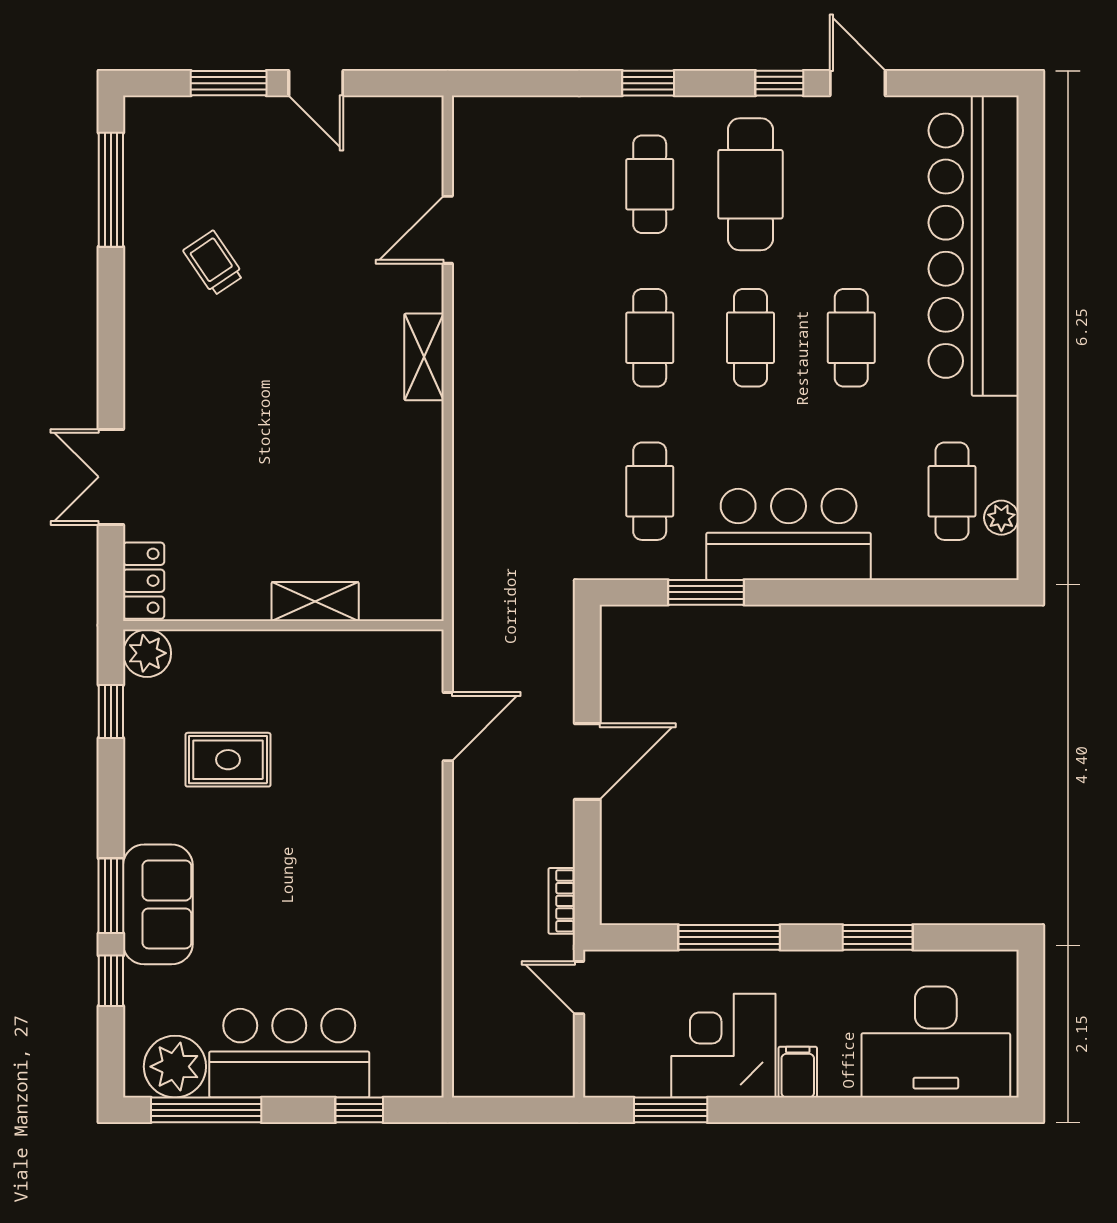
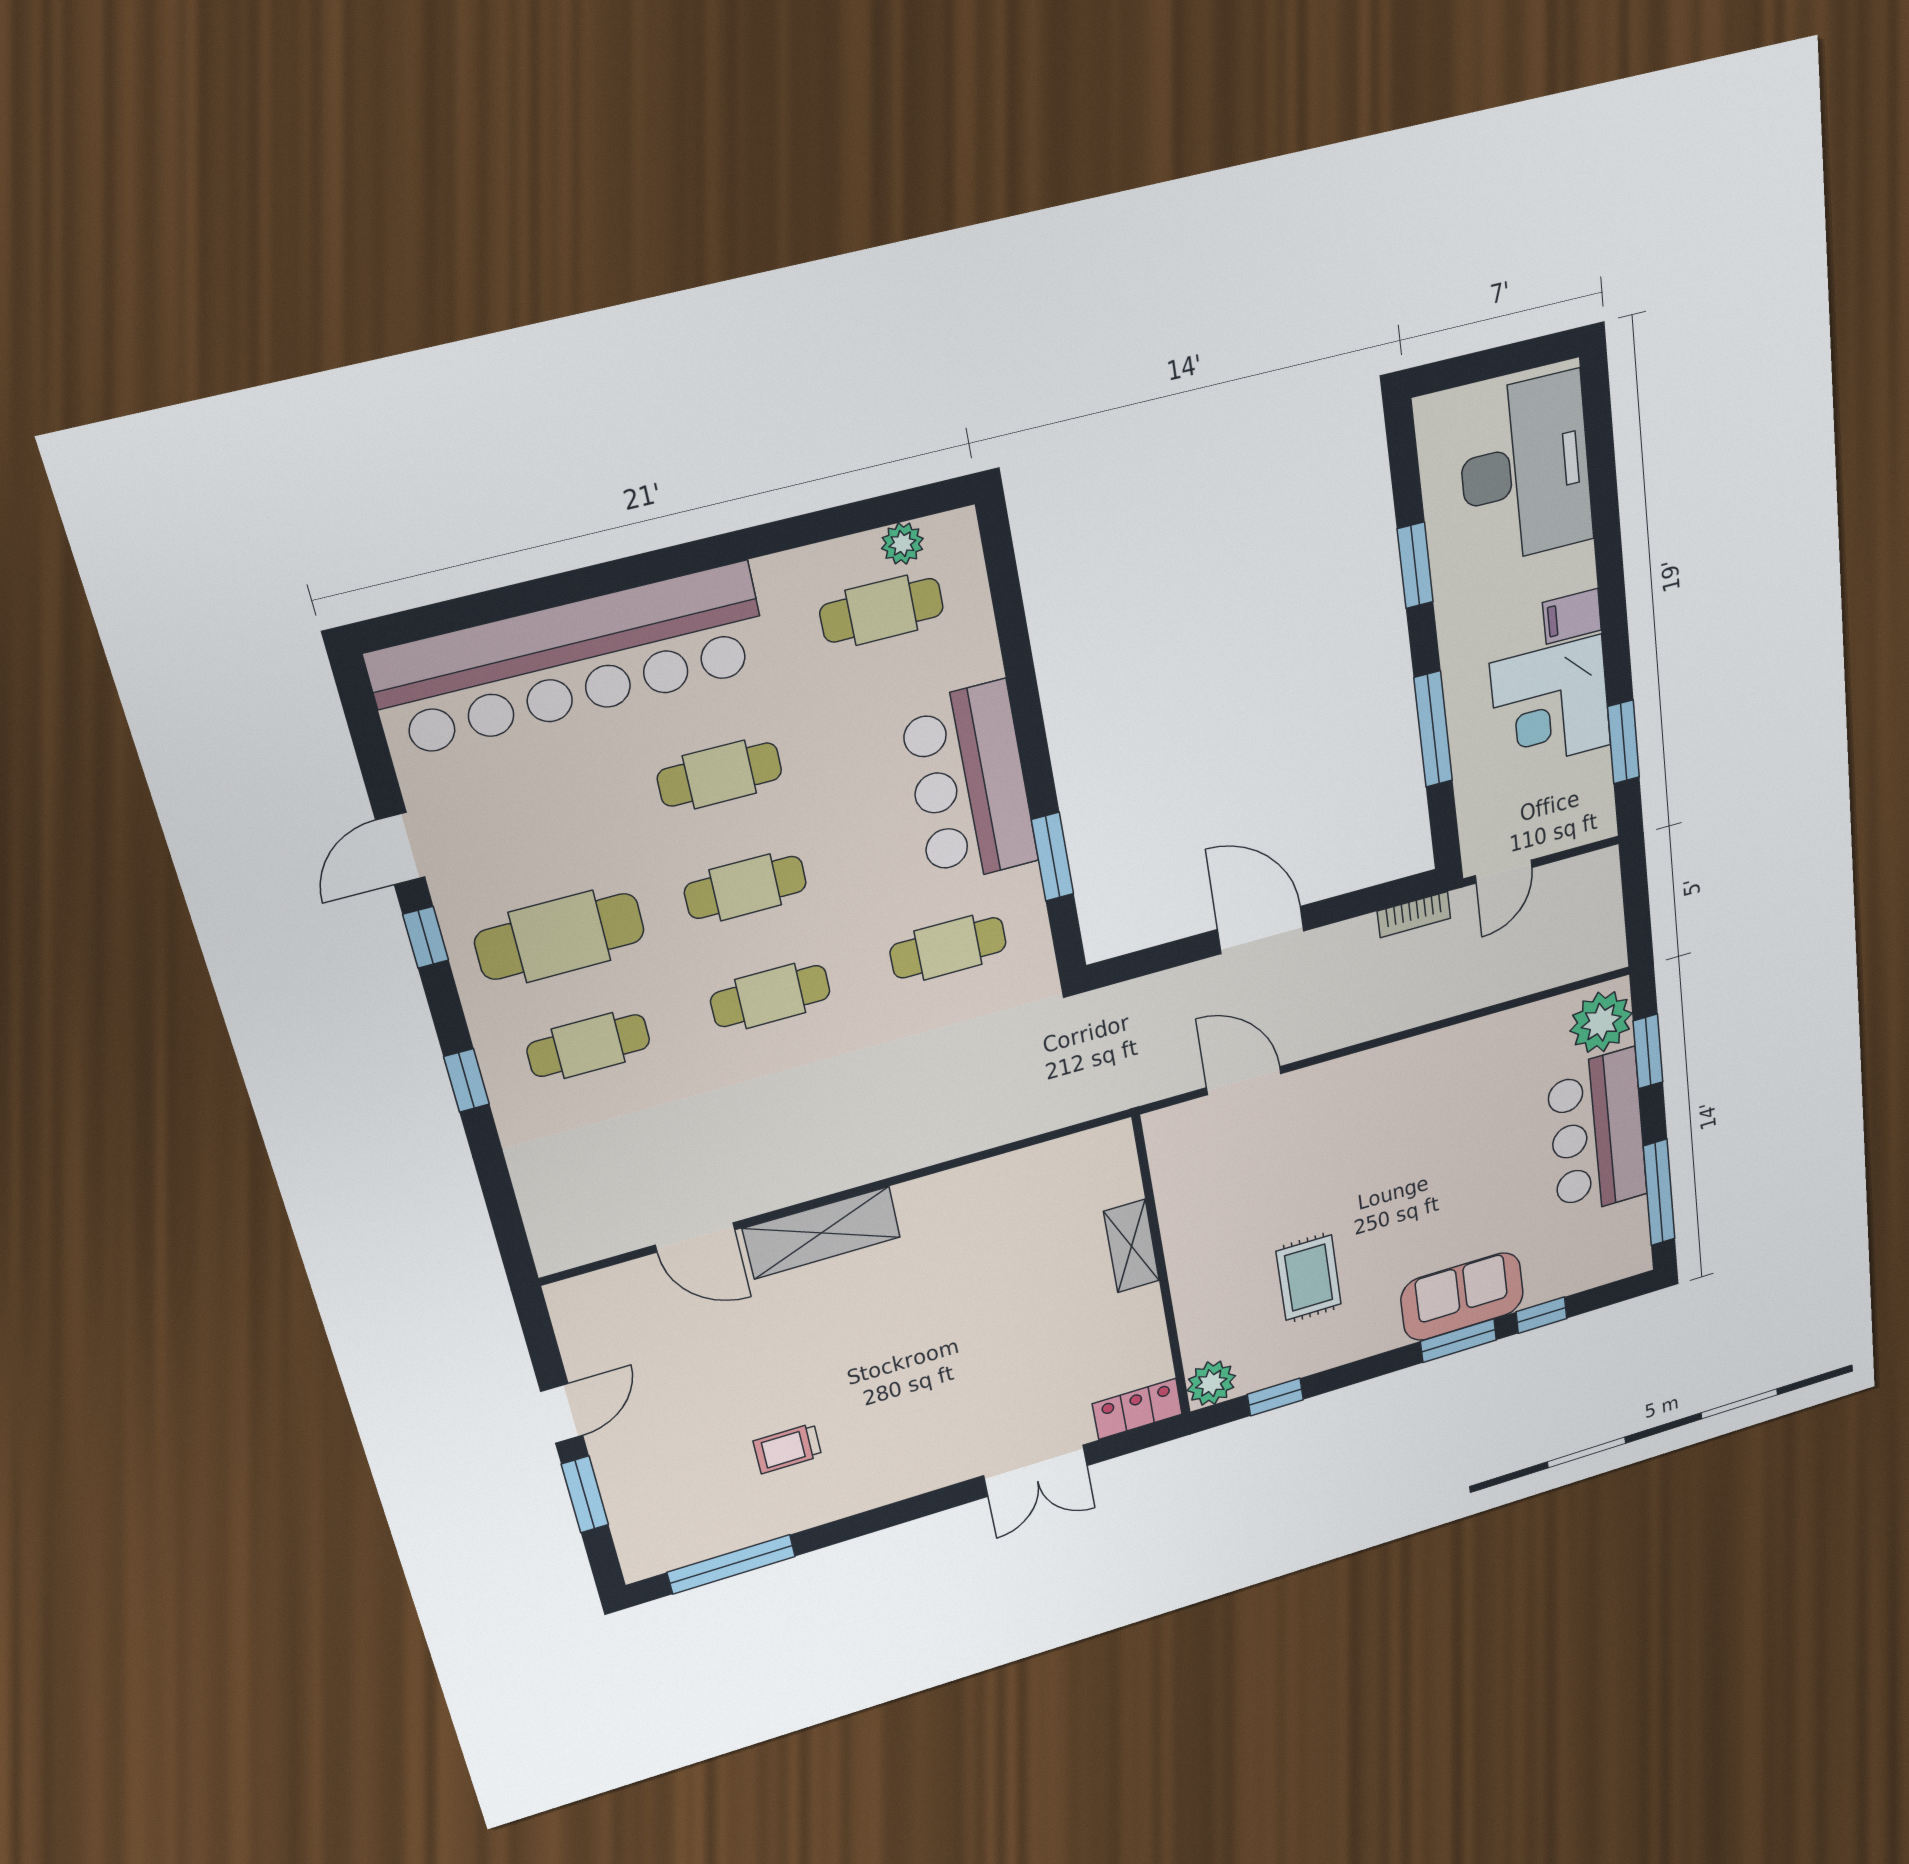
trolley: (213, 263) -> (787, 1448), turned 34
shelving: (424, 357) -> (822, 1233), width x1.50, depth x1.33
plant: (175, 1067) -> (1601, 1022), moved
window: (359, 1110) -> (1648, 1051), width x1.50

